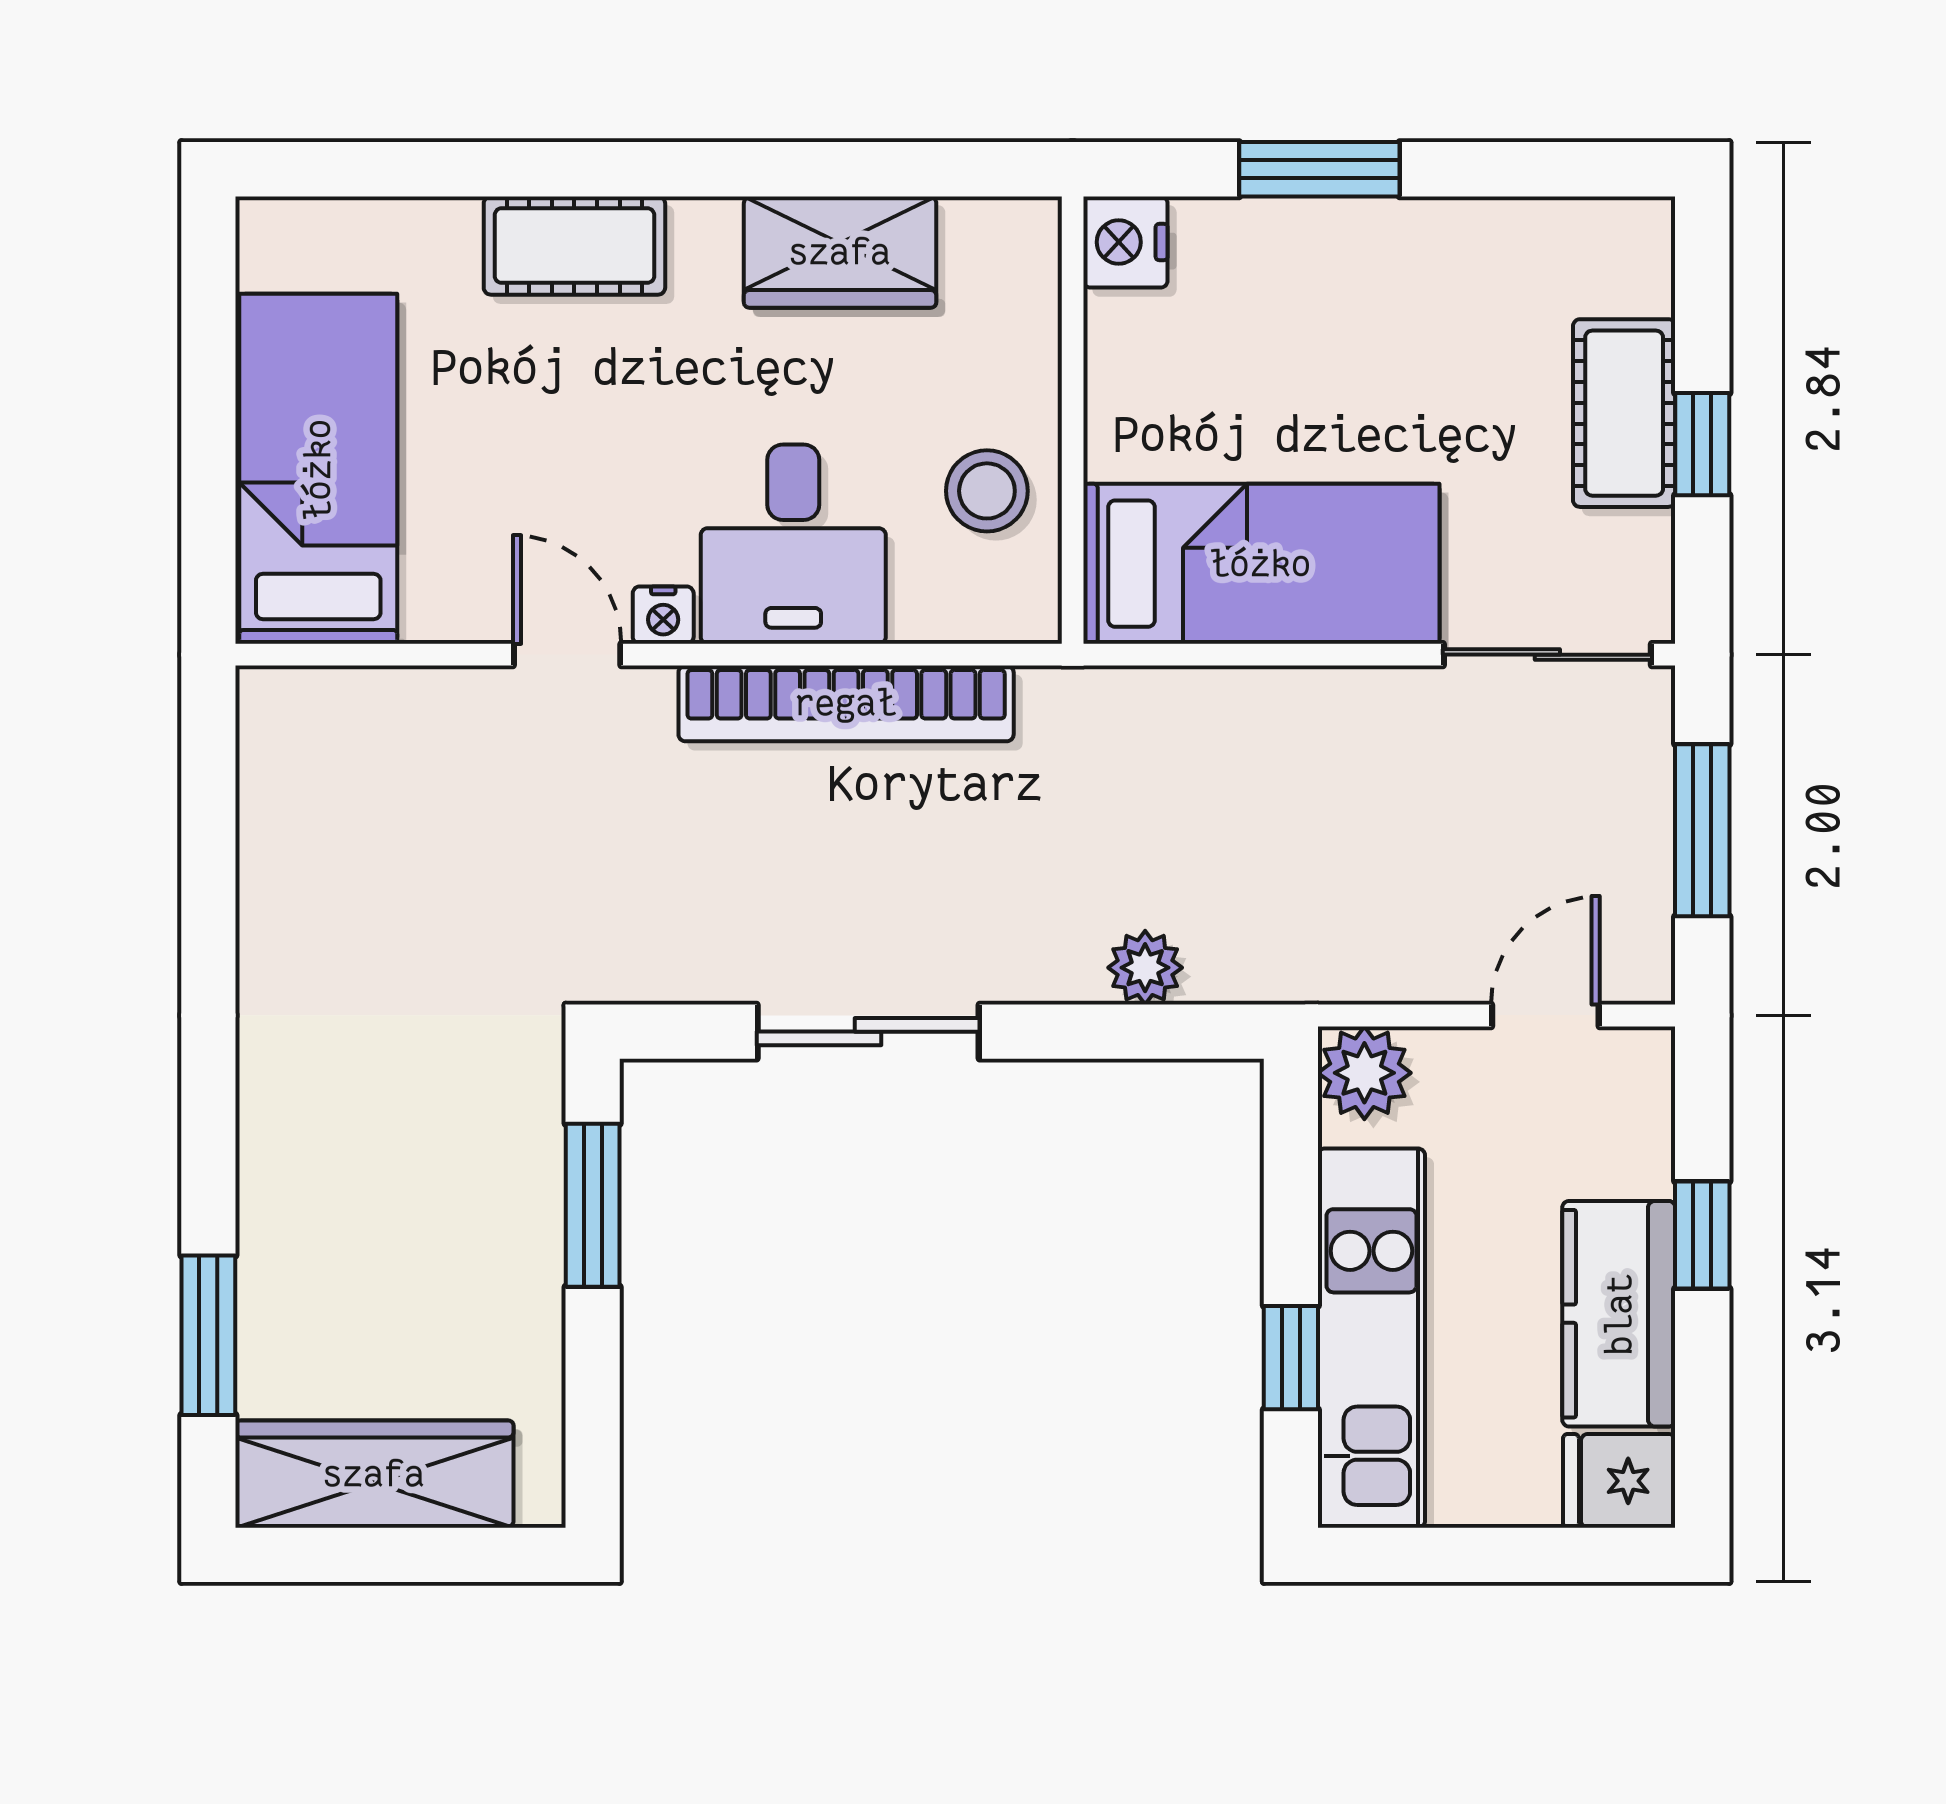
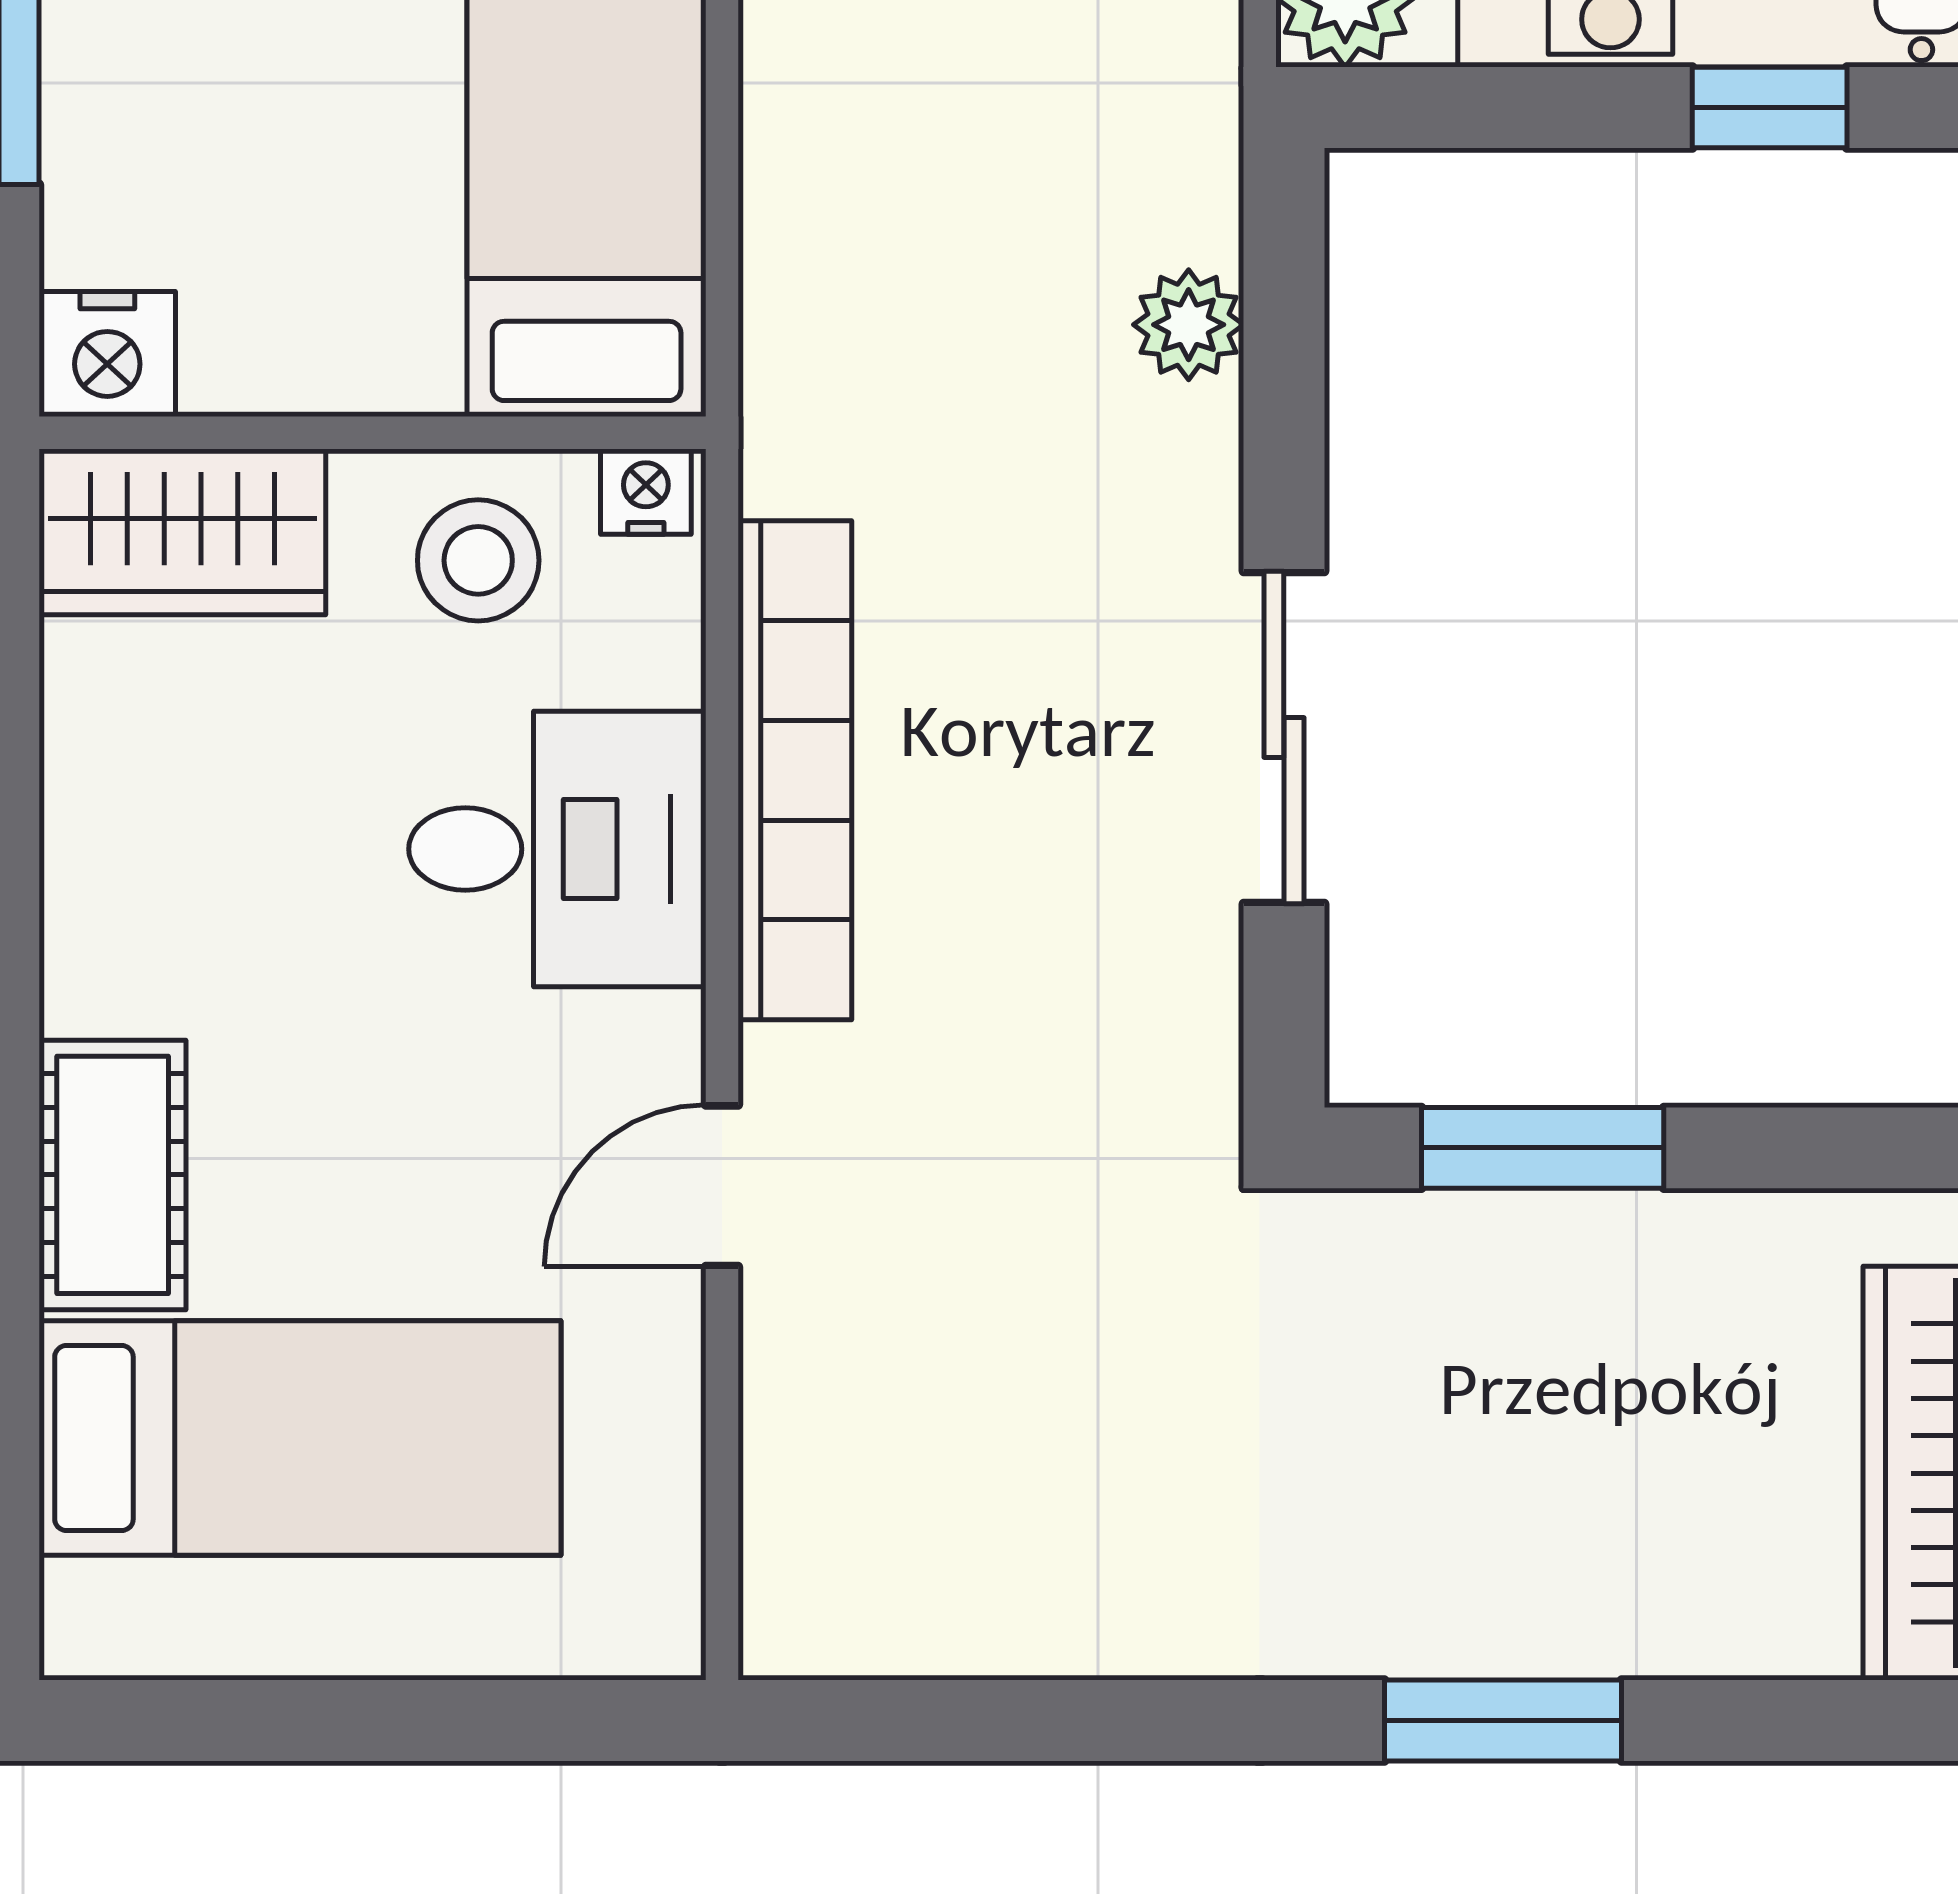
wardrobe: (840, 252) -> (182, 532), moved, turned 90
bed: (318, 469) -> (300, 1438), moved, turned 180
nightstand: (663, 615) -> (646, 492), moved, turned -90
window: (208, 1335) -> (1503, 1720), moved

